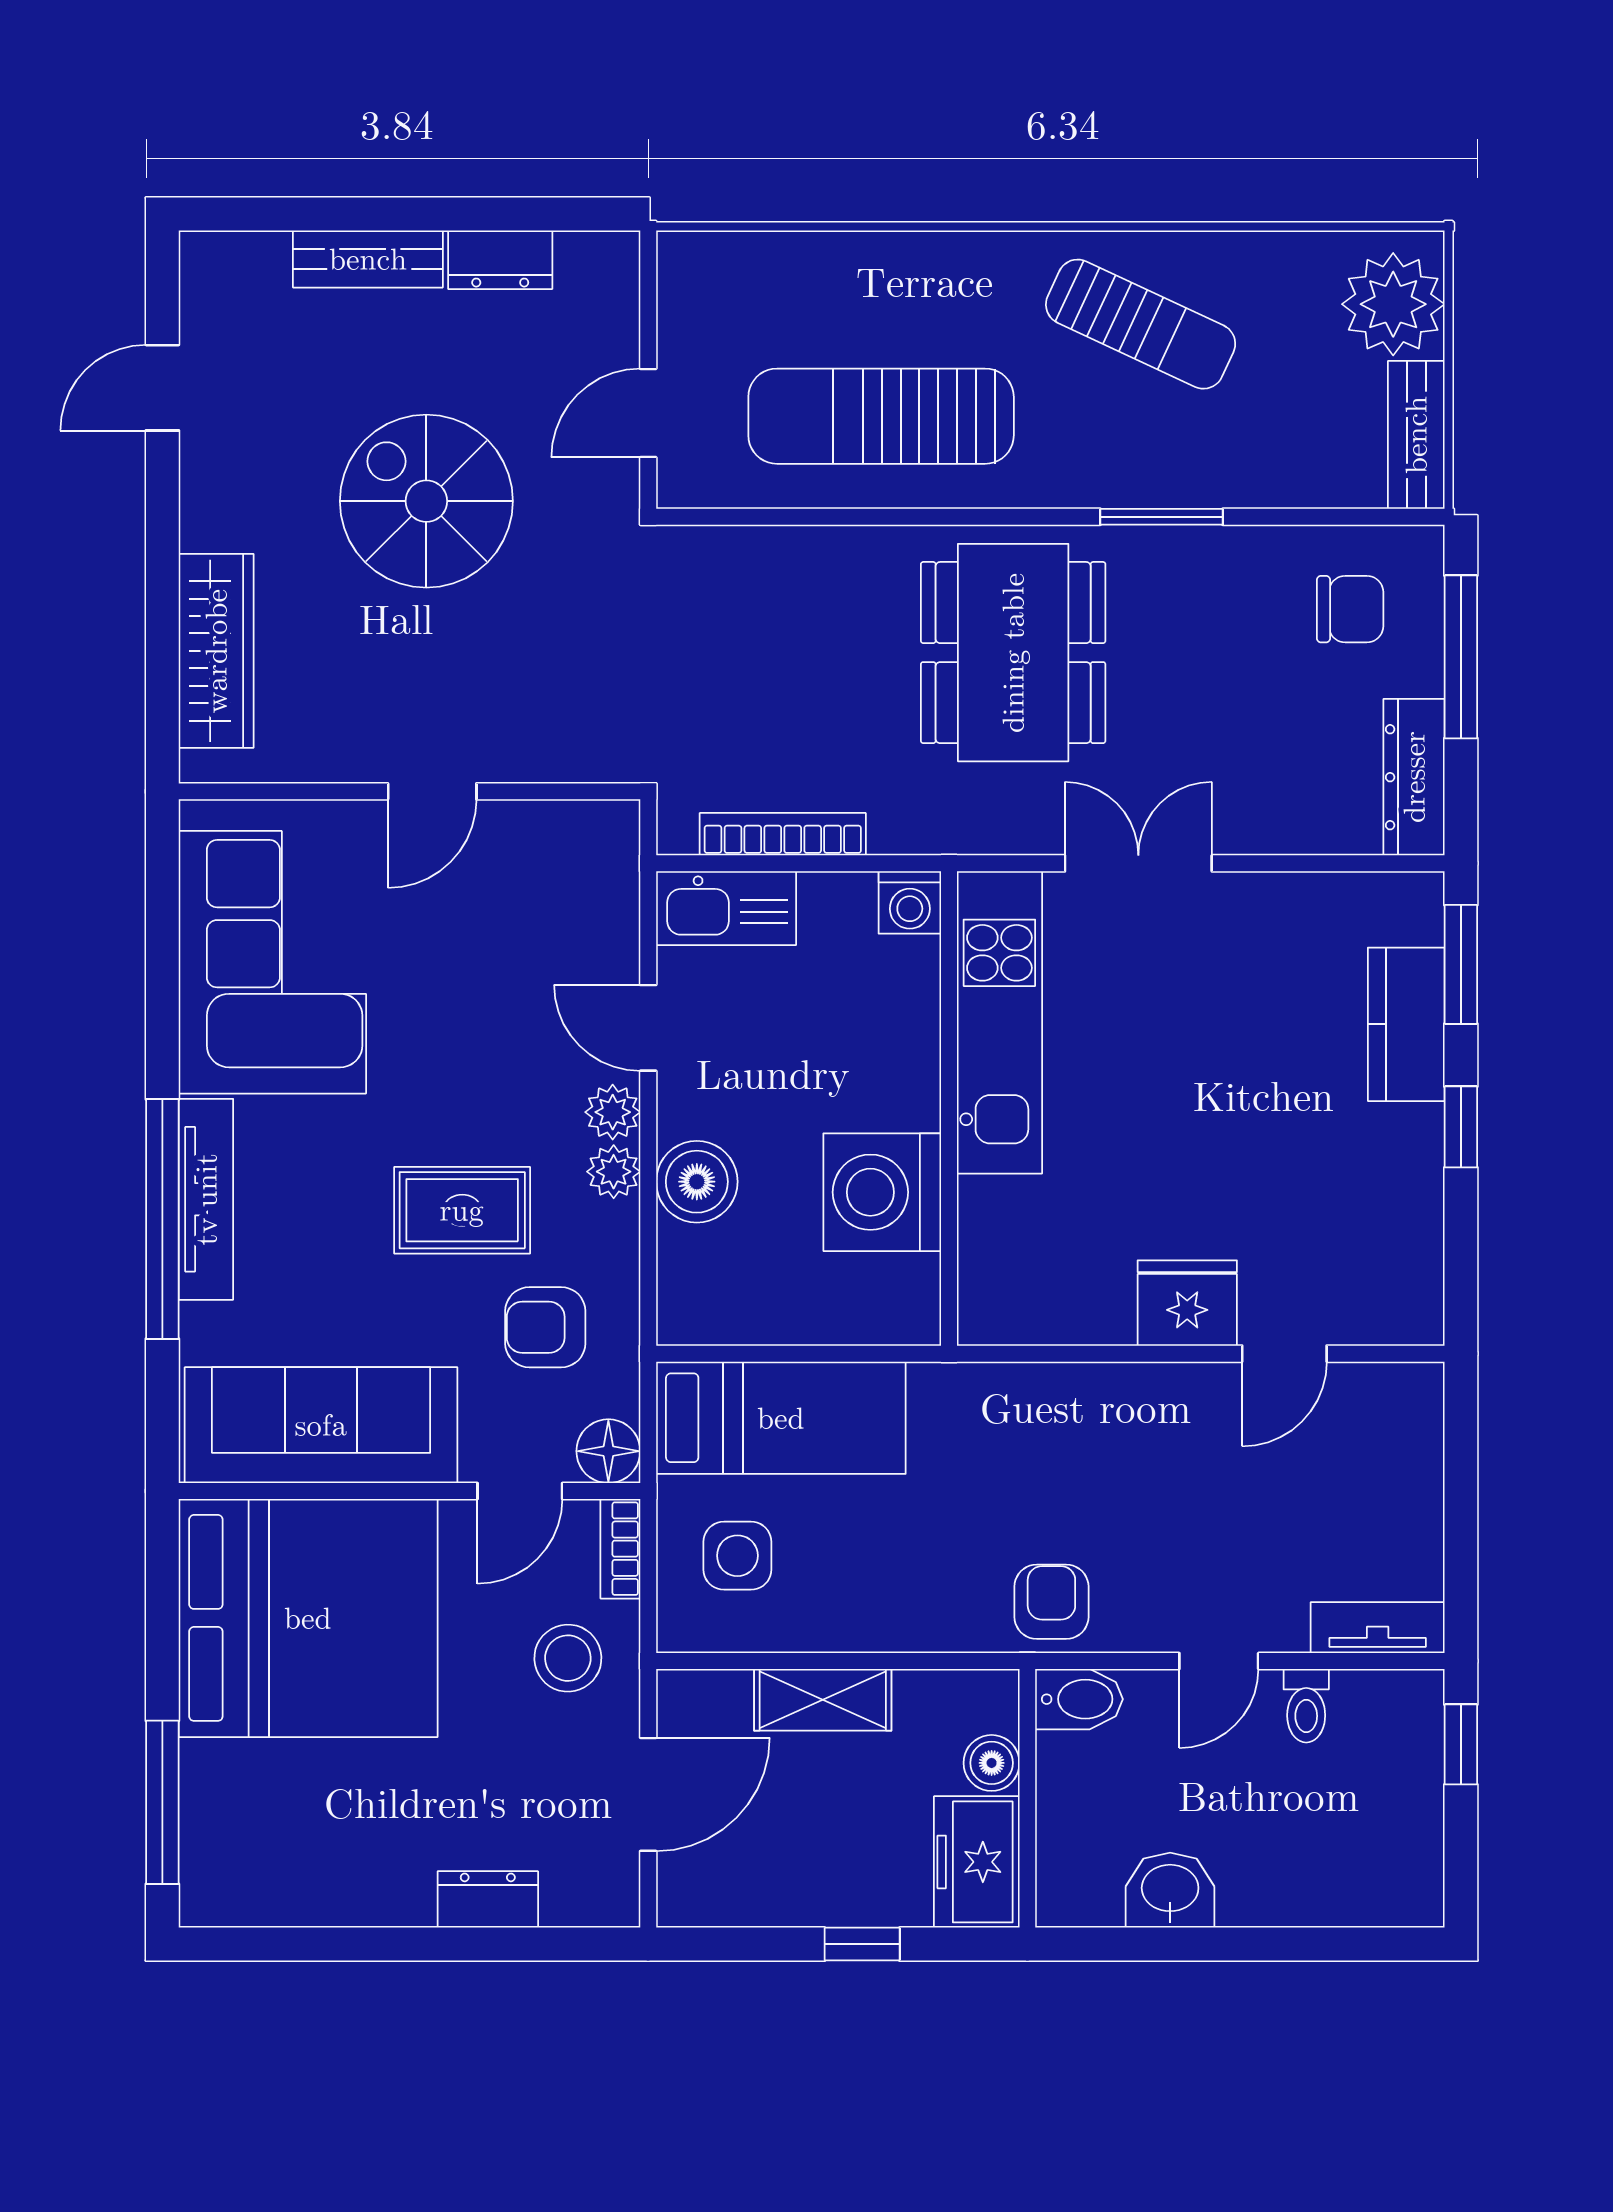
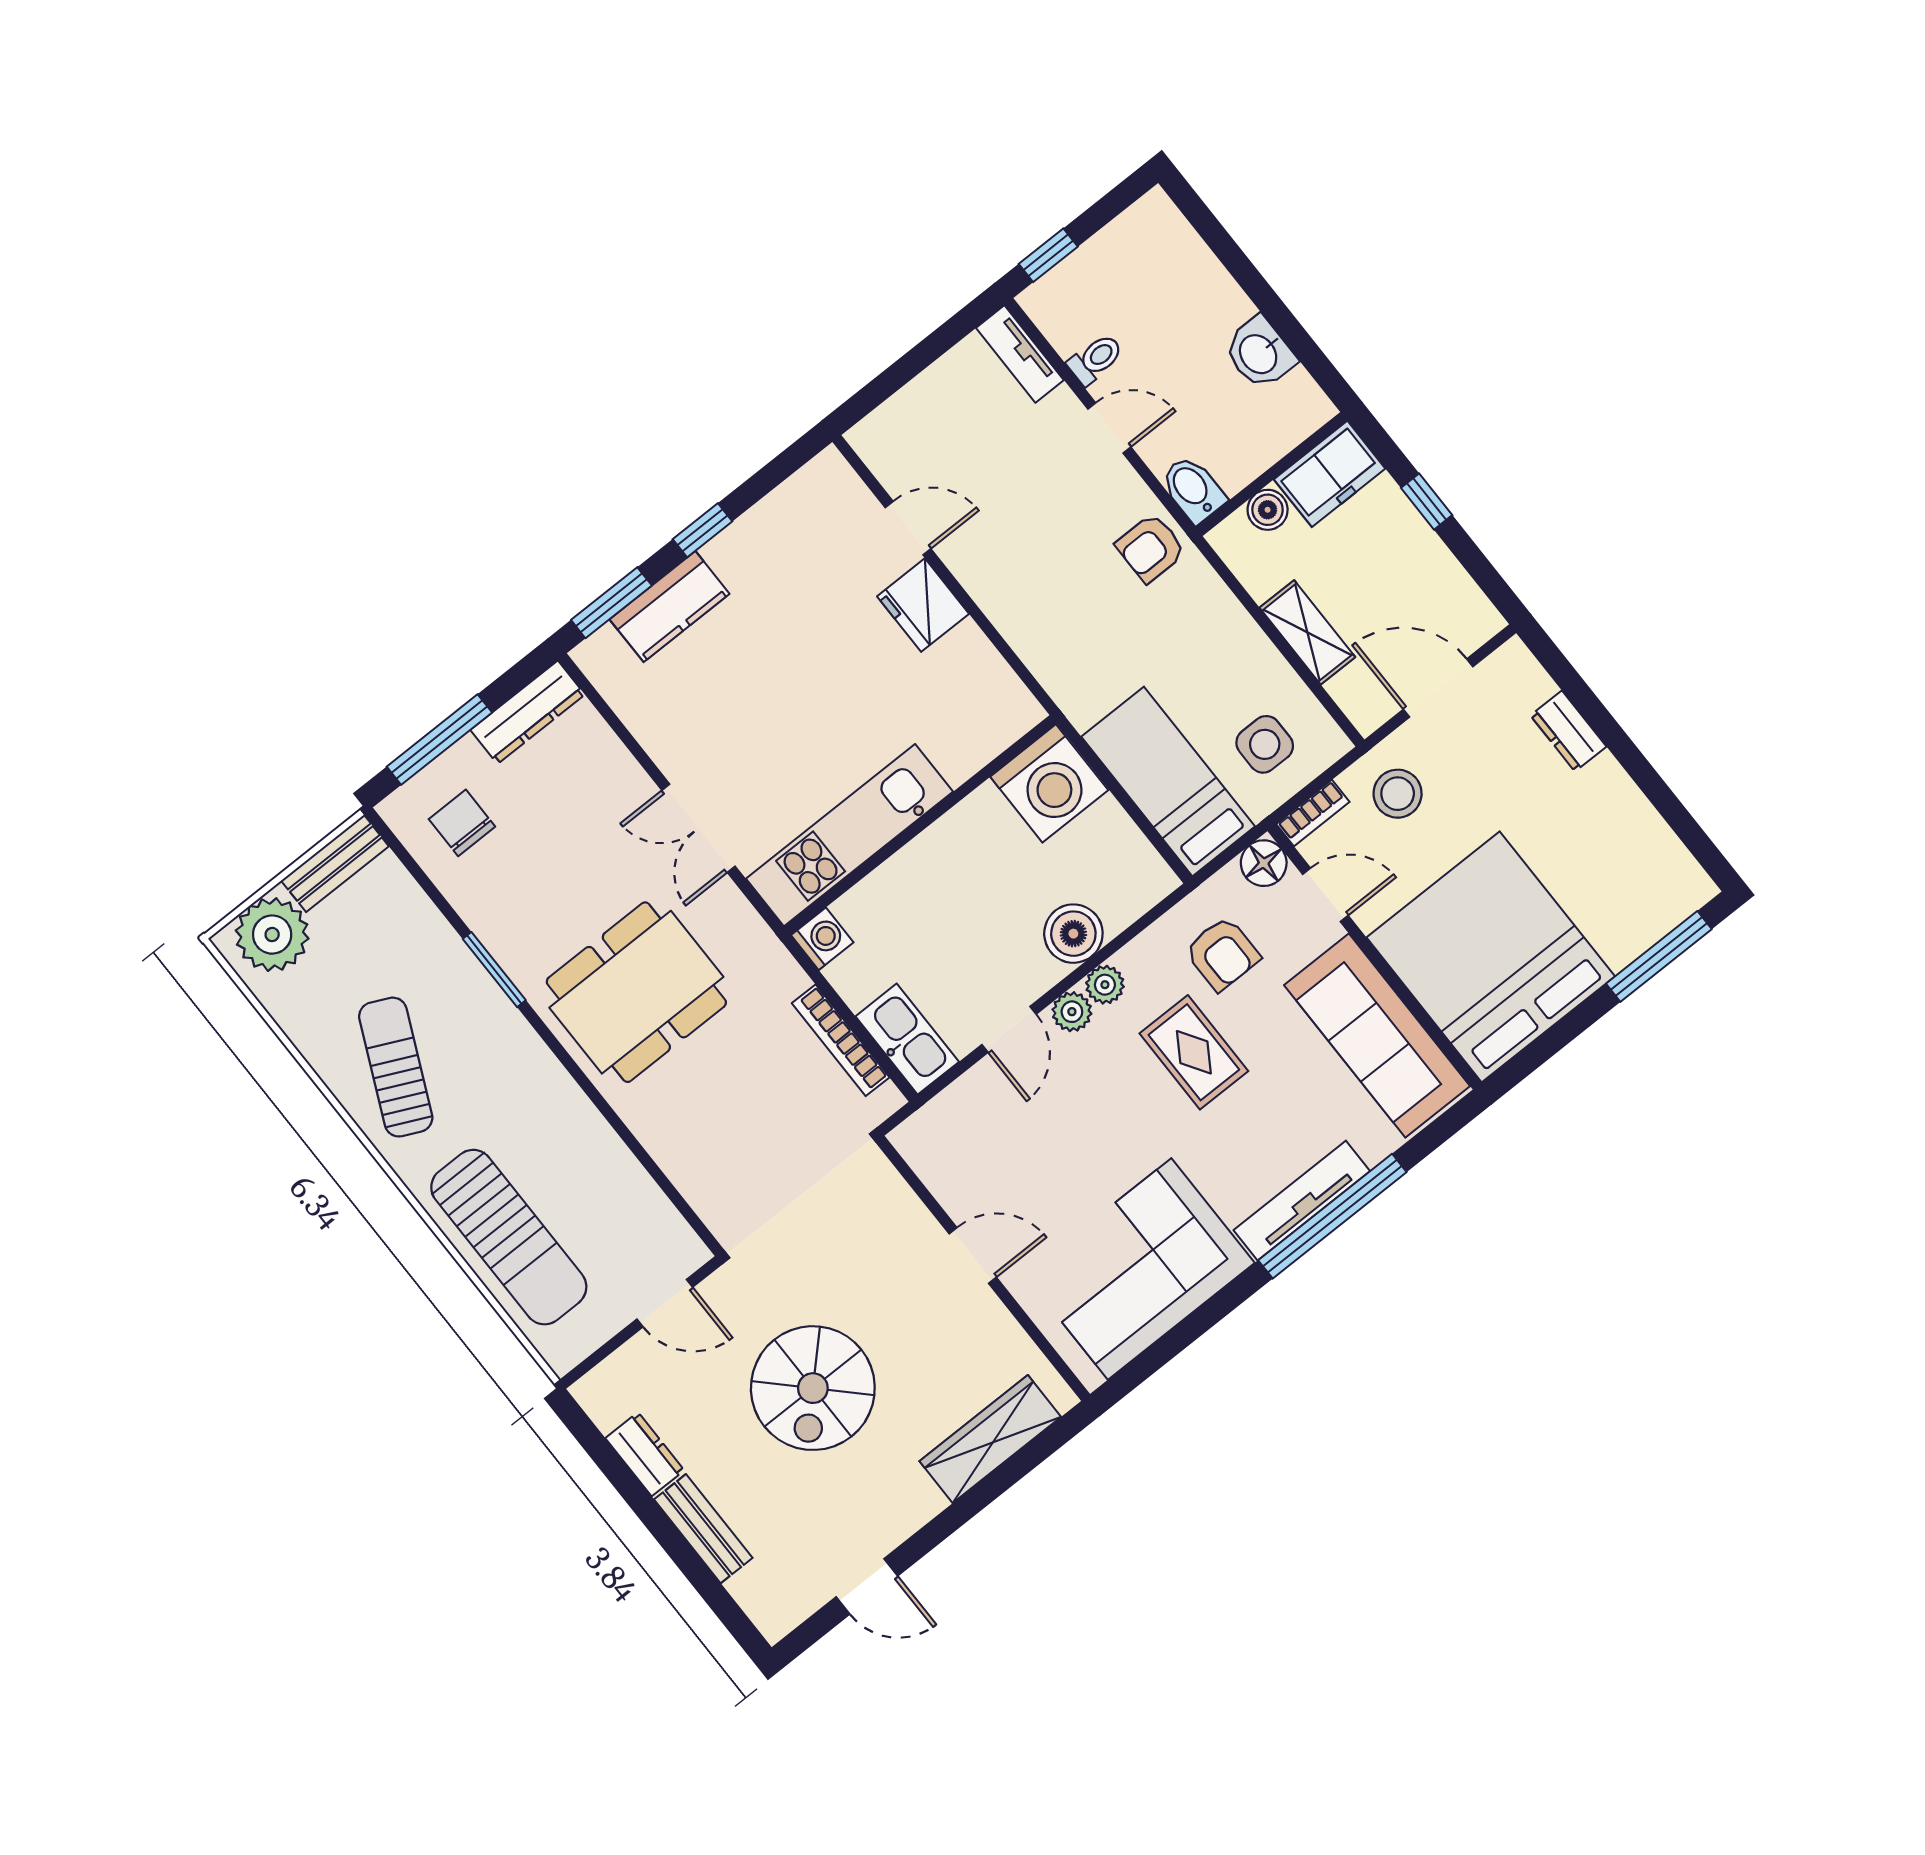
sun lounger: (881, 416) -> (509, 1237), moved
washing machine: (882, 1192) -> (1049, 783), moved

